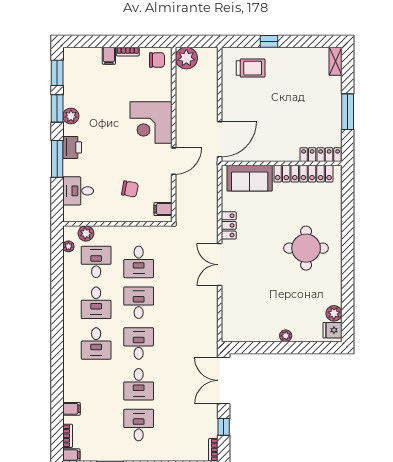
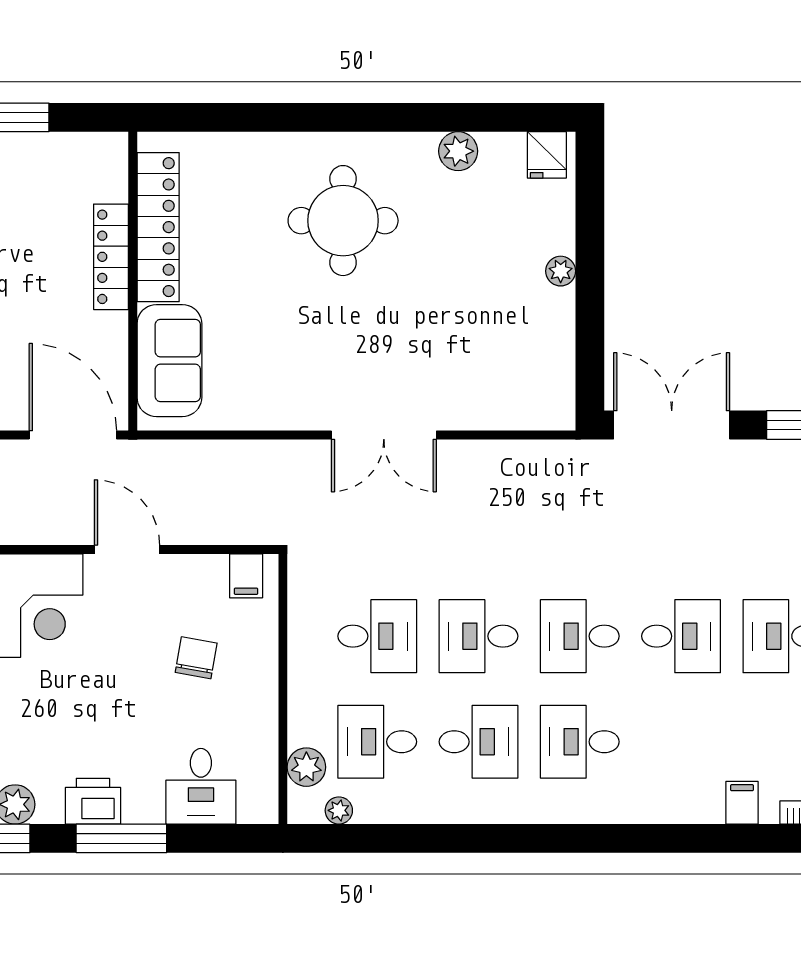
locker: (321, 155) -> (111, 257), moved
locker: (229, 225) -> (287, 413), removed
plant: (334, 313) -> (458, 151), moved
desk: (96, 343) -> (580, 742), turned 180
double door: (224, 380) -> (672, 425), swing flipped

